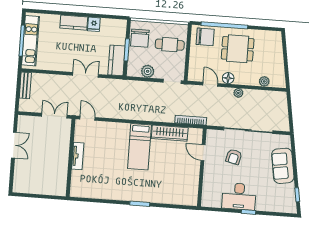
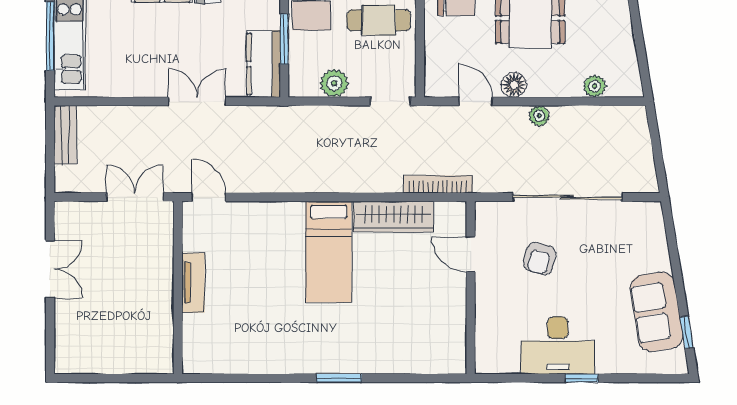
sofa: (283, 166) -> (657, 312), moved

